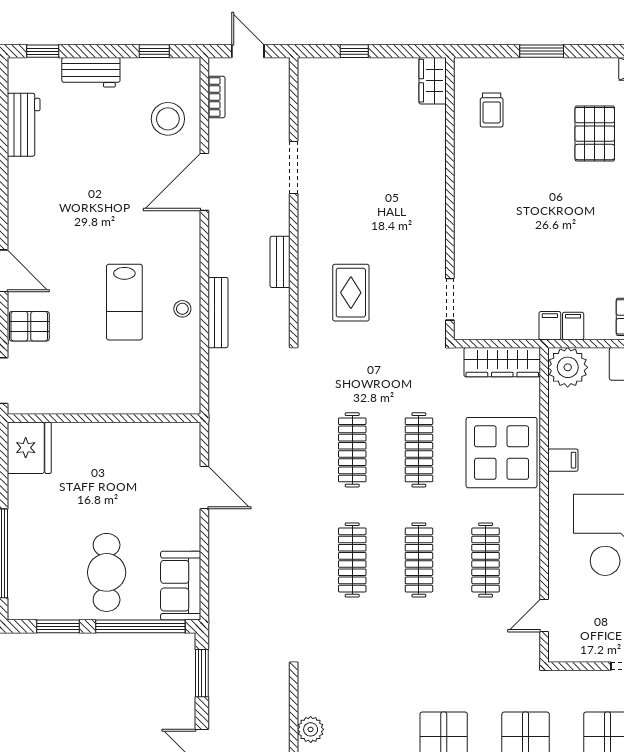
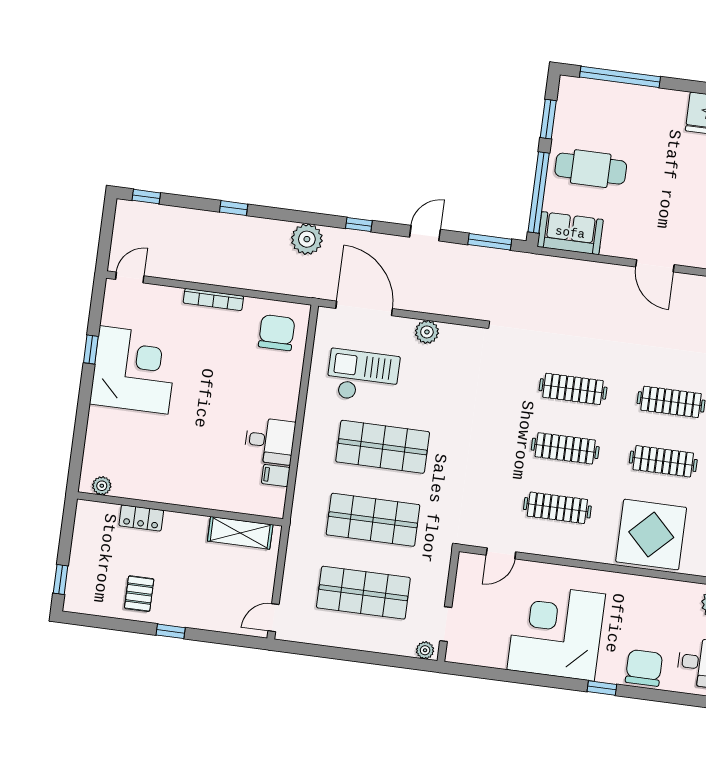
filing cabinet: (563, 460) -> (637, 588), removed
door: (204, 488) -> (655, 266), hinge flipped
door: (544, 616) -> (501, 553), swing flipped

